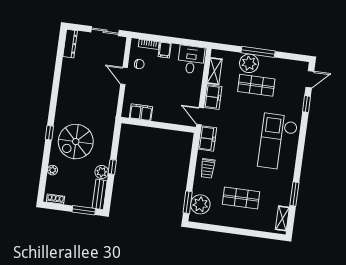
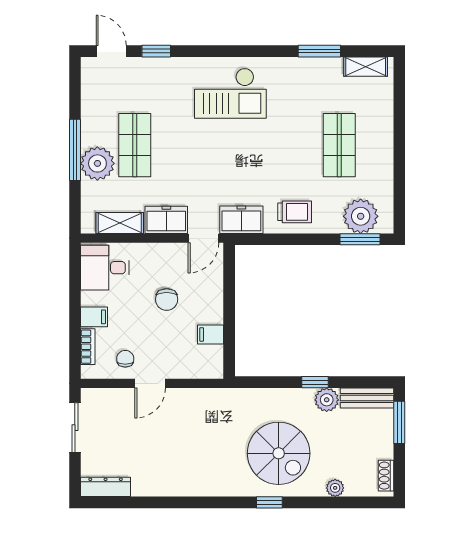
chair: (169, 91) -> (167, 299), added
filing cabinet: (141, 112) -> (211, 334), width x0.50
checkout: (278, 142) -> (230, 93), width x0.73, depth x0.83

